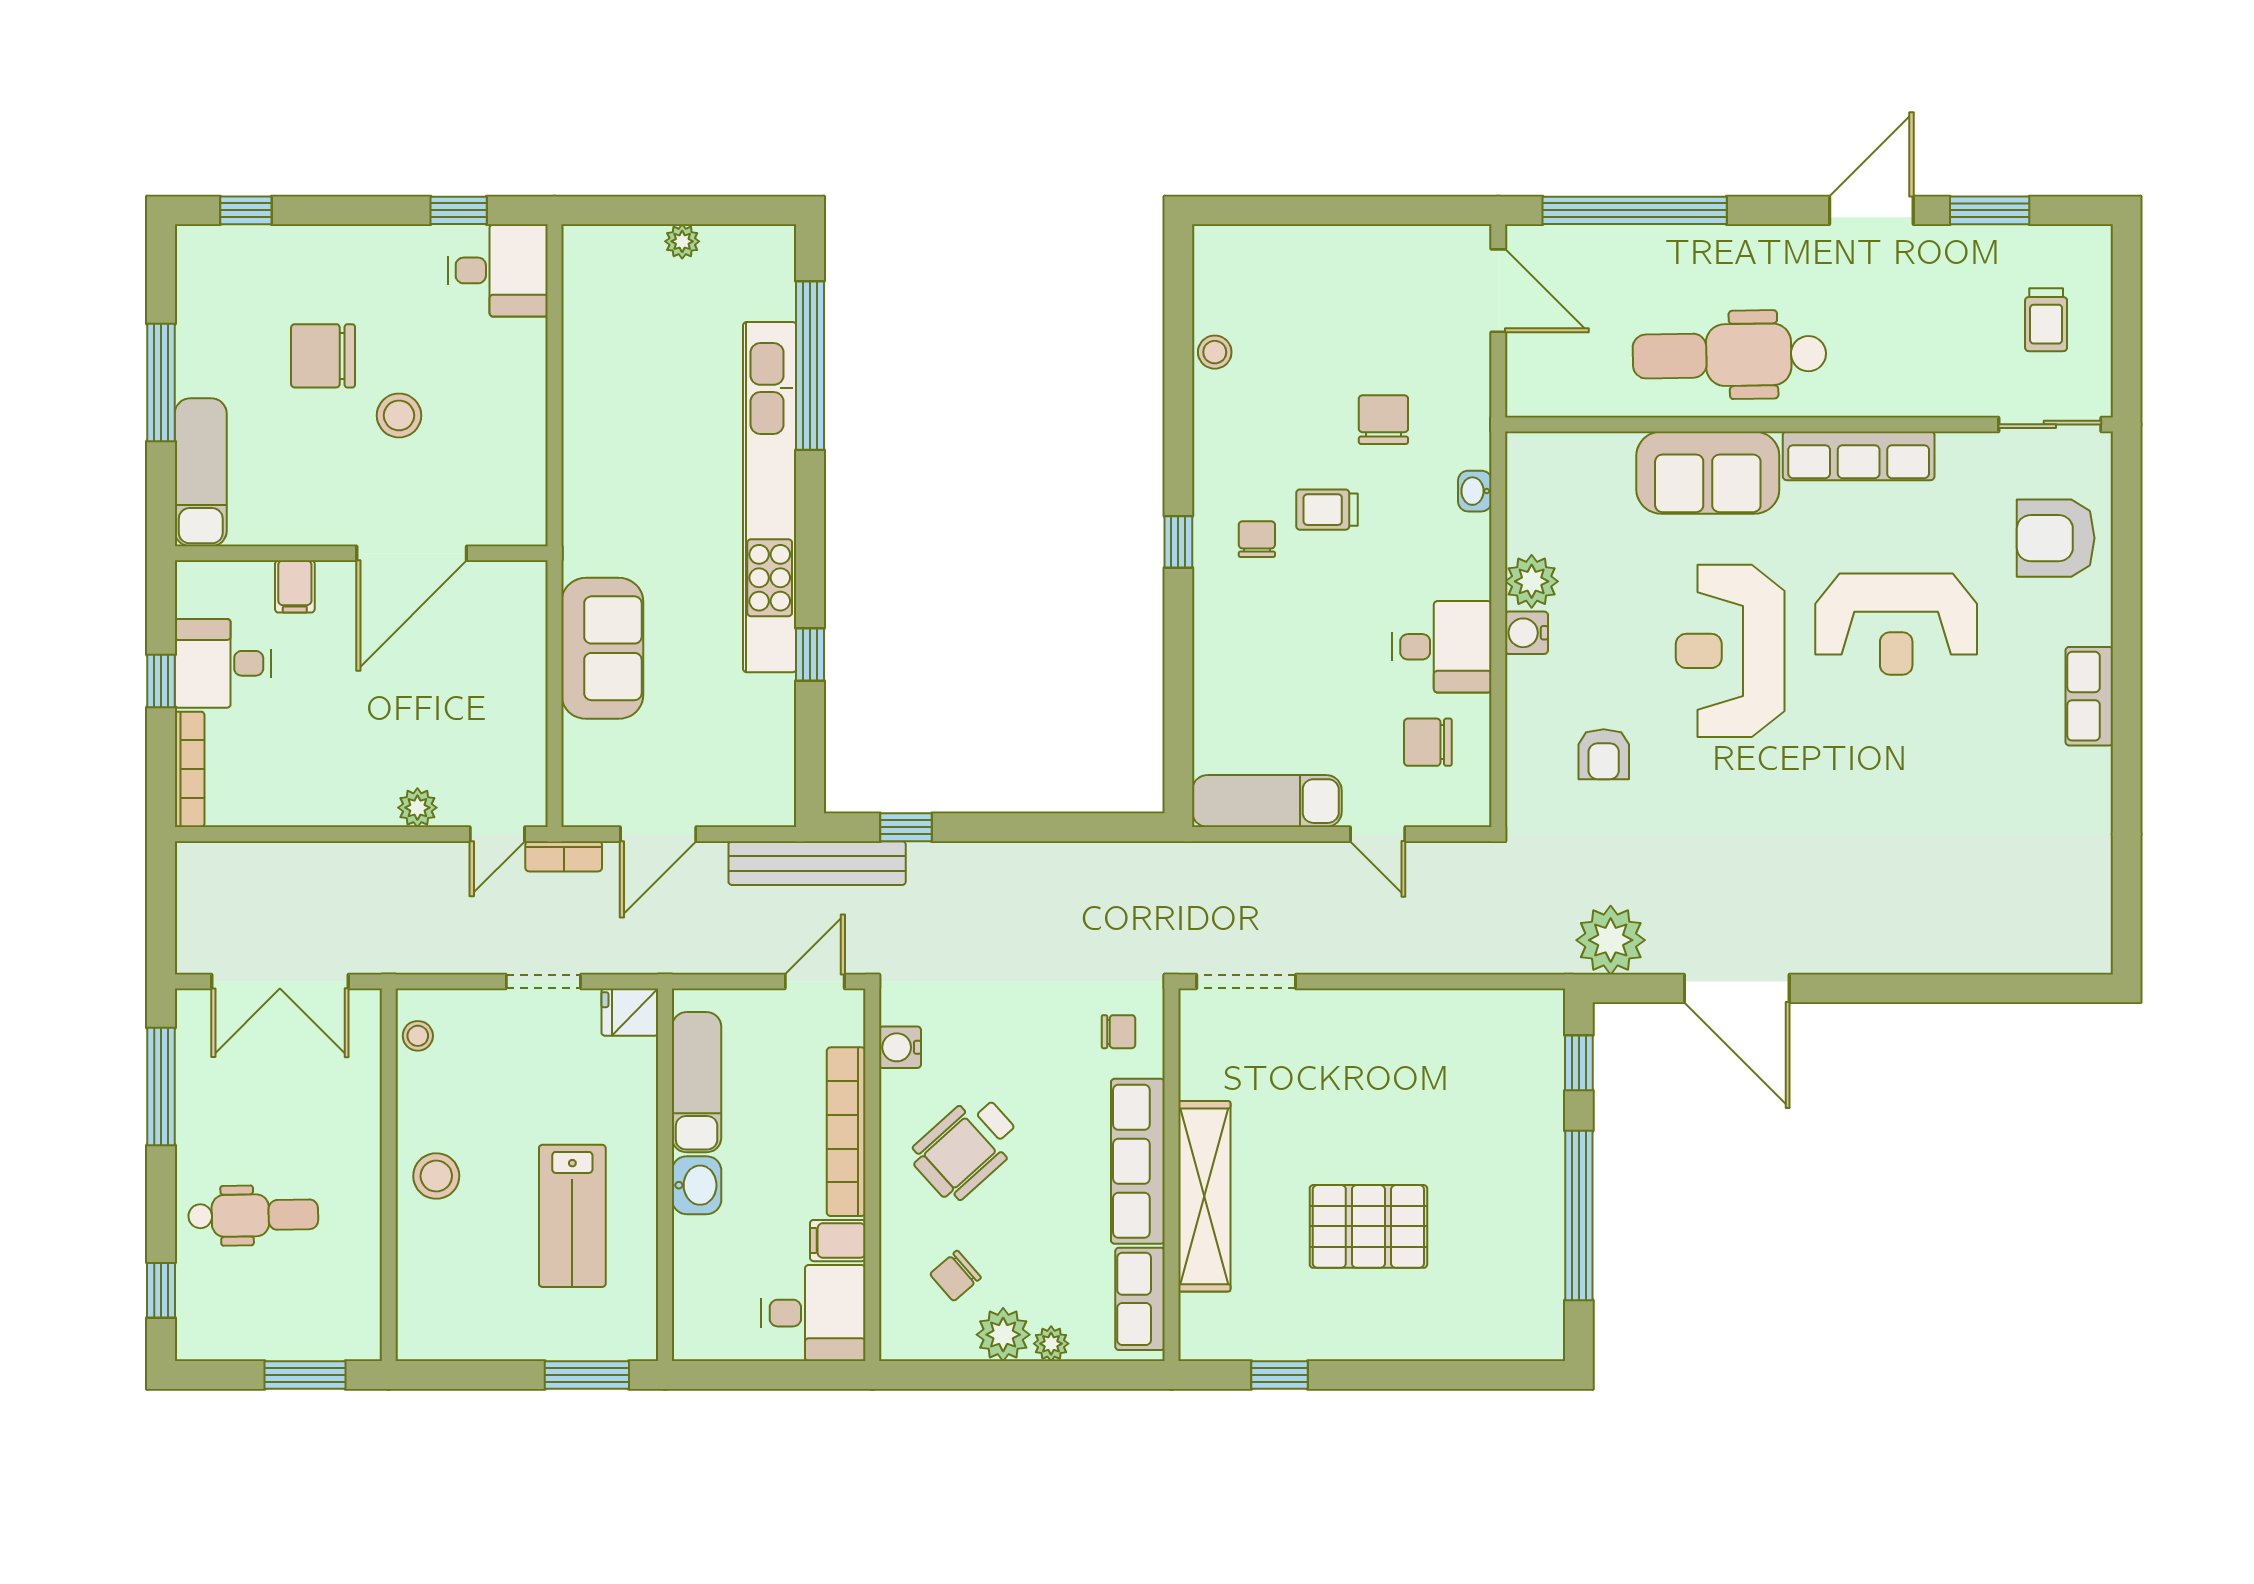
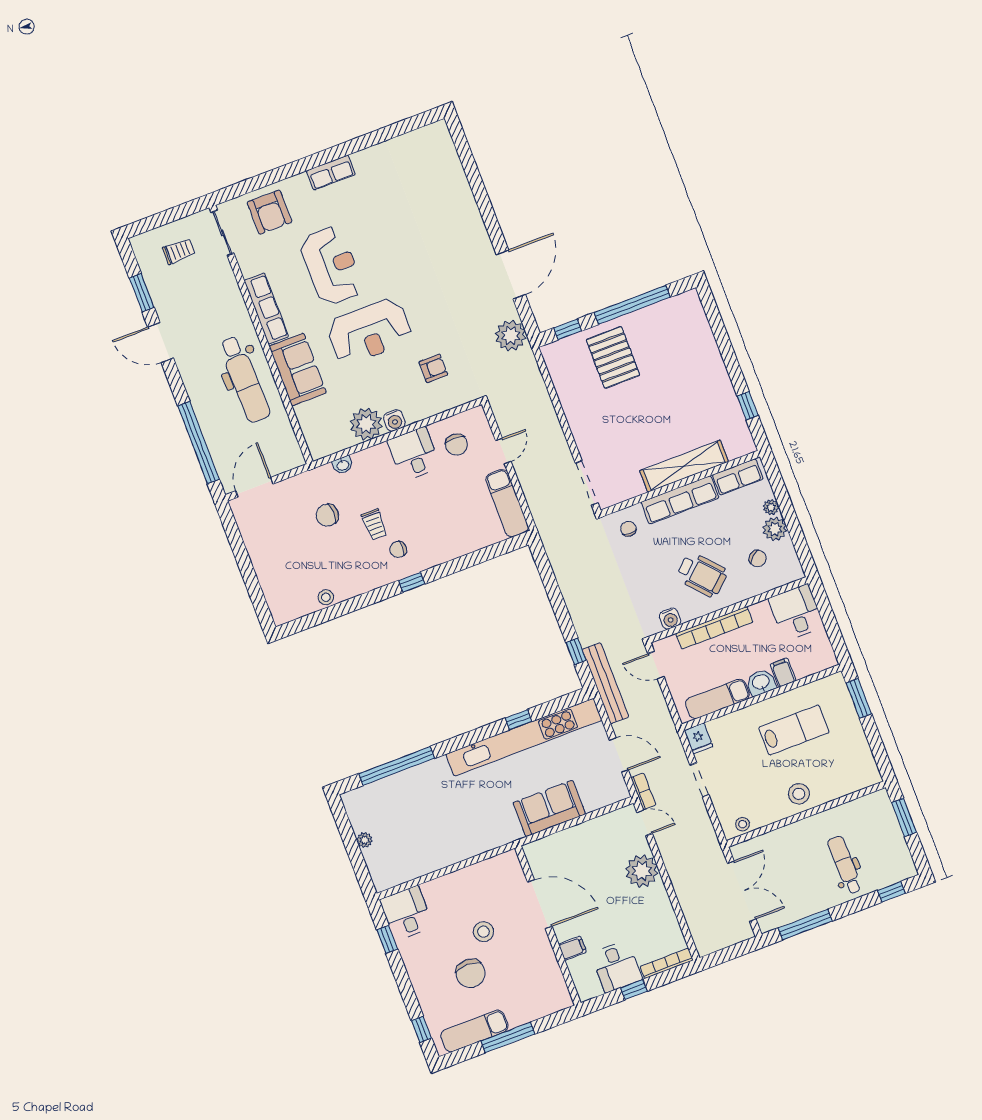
exam couch: (201, 472) -> (474, 1031), moved
kitchen unit: (770, 497) -> (524, 737), moved
plant: (1532, 581) -> (366, 424), width x1.36, depth x1.36
plant: (417, 808) -> (642, 871), width x1.87, depth x1.87
pallet: (1368, 1226) -> (613, 357), moved
filing cabinet: (838, 1241) -> (783, 673), moved, turned 180

